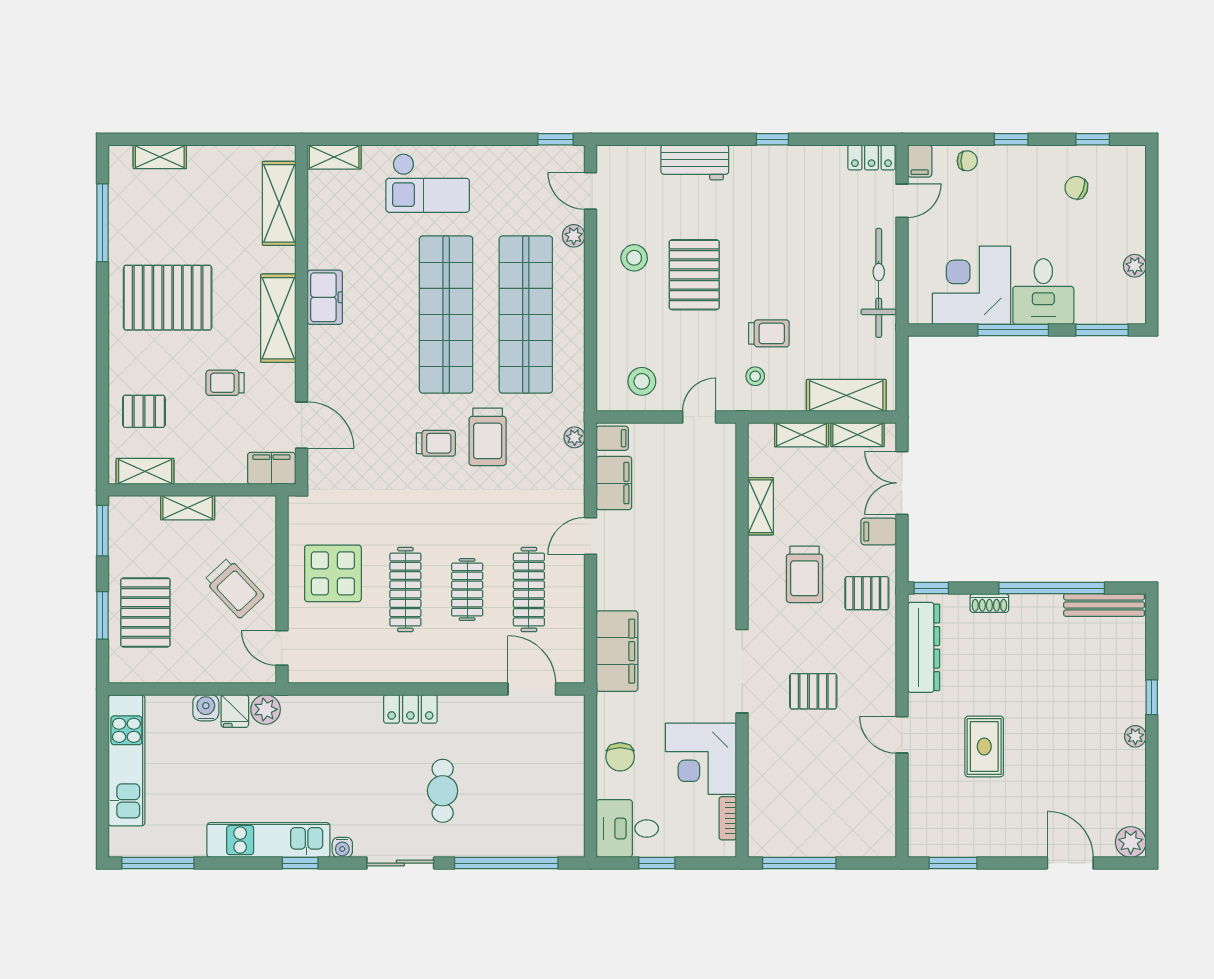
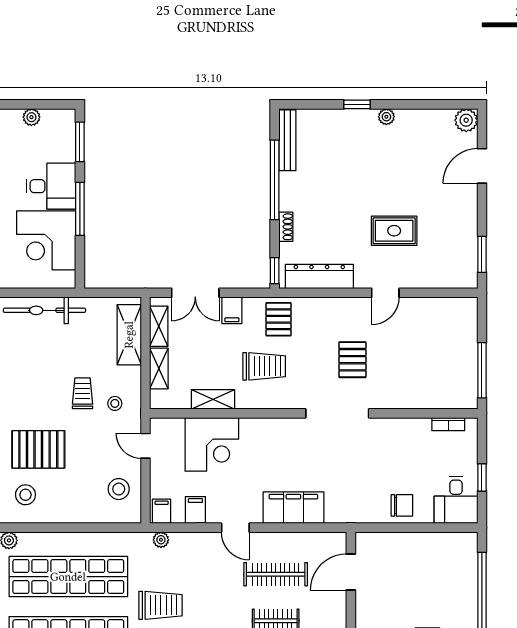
filing cabinet: (614, 483) -> (195, 510), width x0.50
filing cabinet: (617, 651) -> (293, 508), moved
corner desk: (701, 759) -> (212, 444), moved

